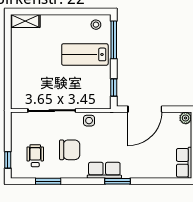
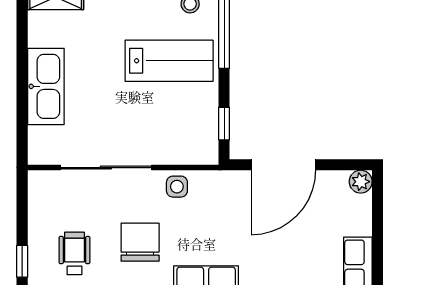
lab bench: (85, 54) -> (169, 61), turned 180
kitchen sink: (20, 68) -> (46, 86), added
chair: (70, 150) -> (140, 242), turned -90

